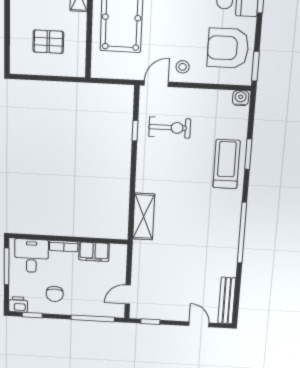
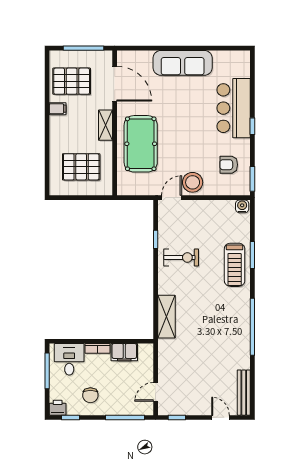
pallet: (48, 42) -> (81, 167), width x1.50, depth x1.42
armchair: (228, 48) -> (229, 165), width x0.53, depth x0.53
stool: (183, 67) -> (193, 182), width x1.89, depth x1.89
exercise bike: (170, 128) -> (181, 257), moved
treadmill: (227, 164) -> (235, 265), turned 180

